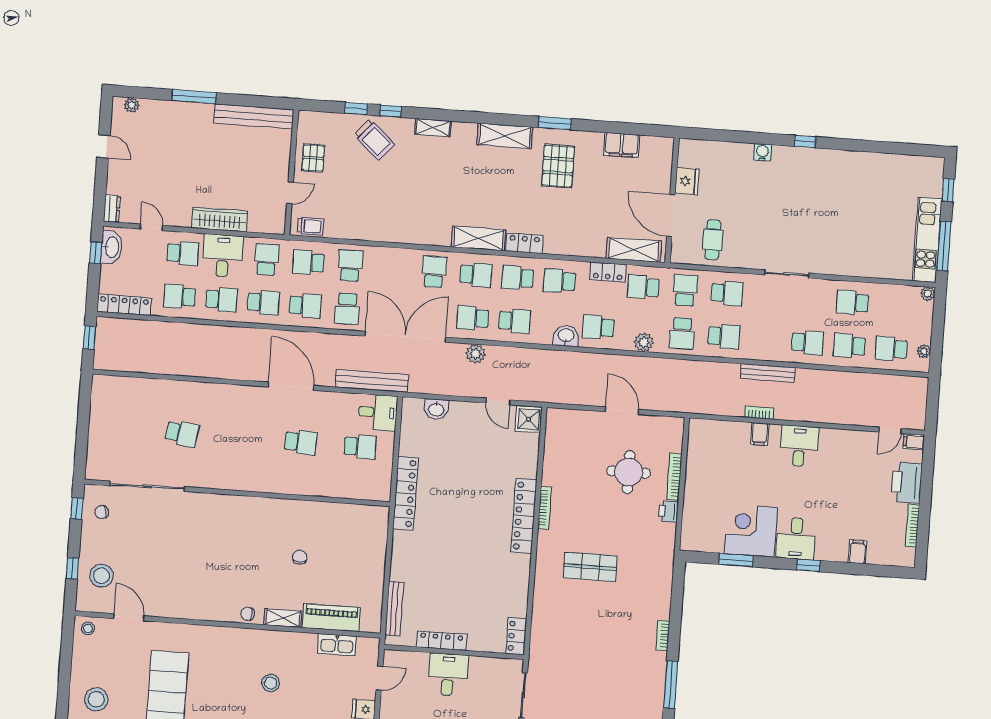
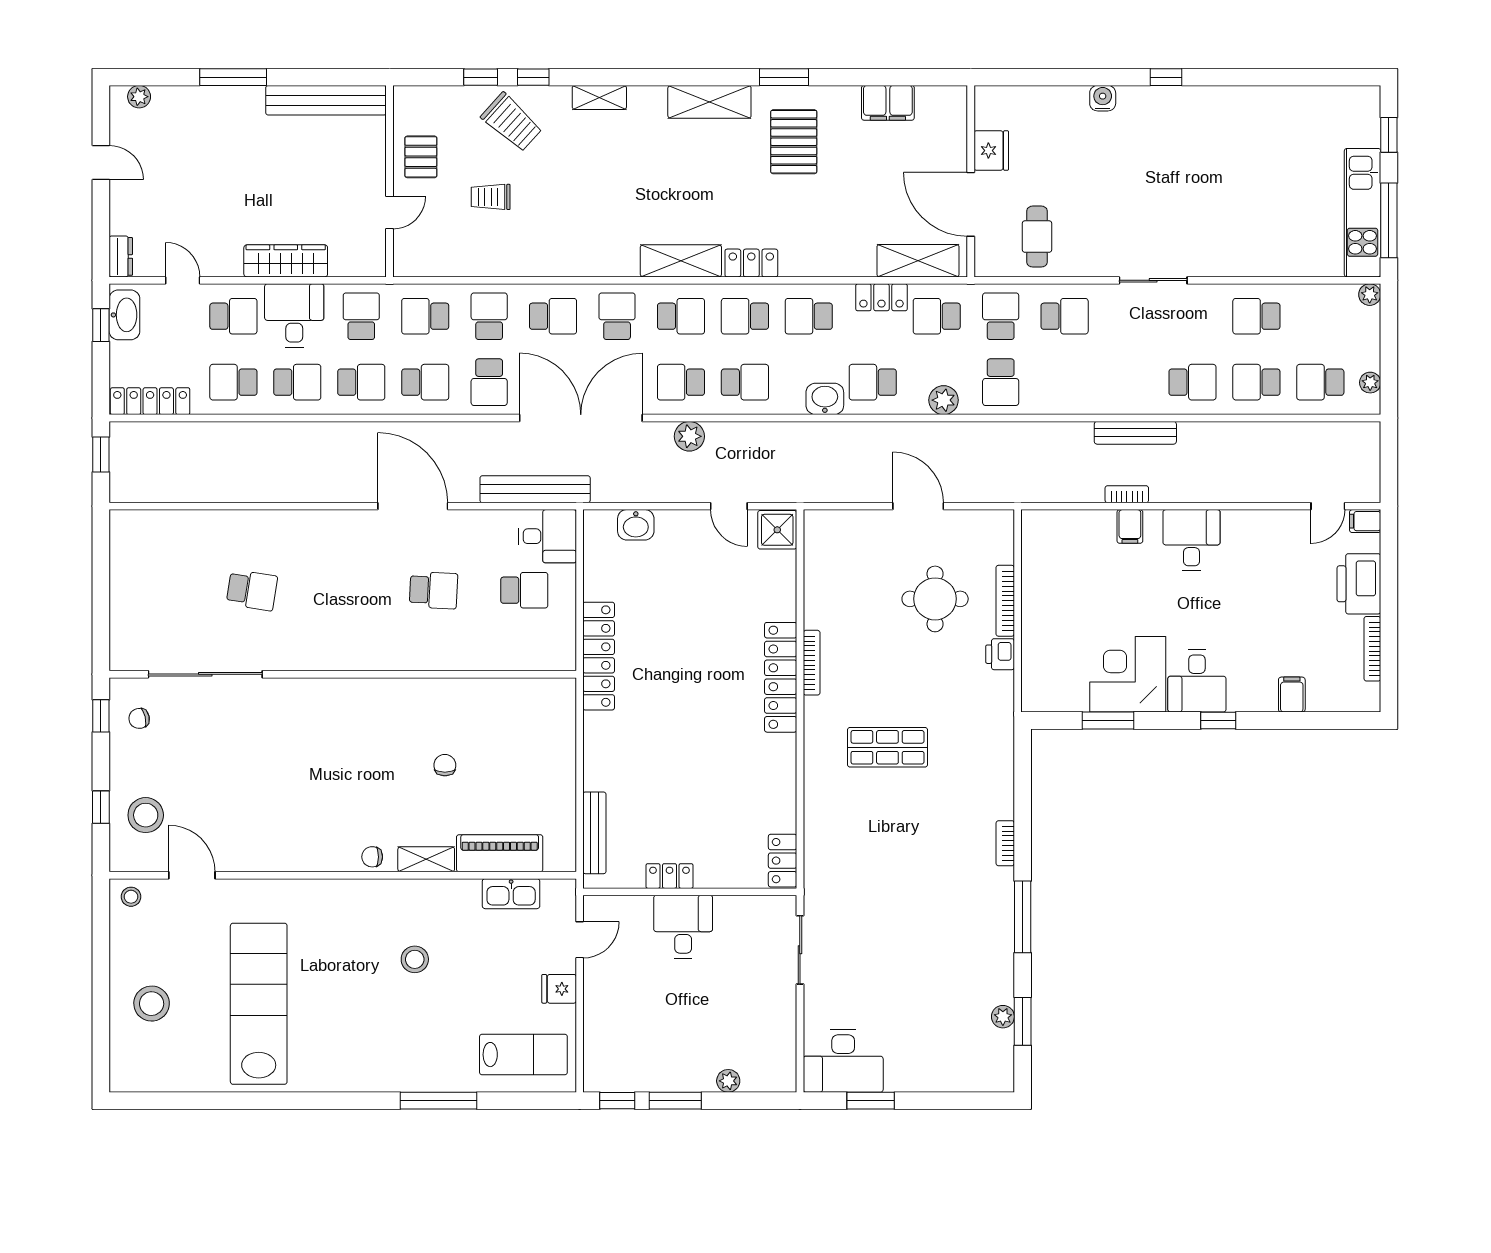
trolley: (311, 226) -> (491, 197), moved, turned 180
school desk: (724, 336) -> (553, 316), moved
locker: (441, 641) -> (669, 876), width x0.66

